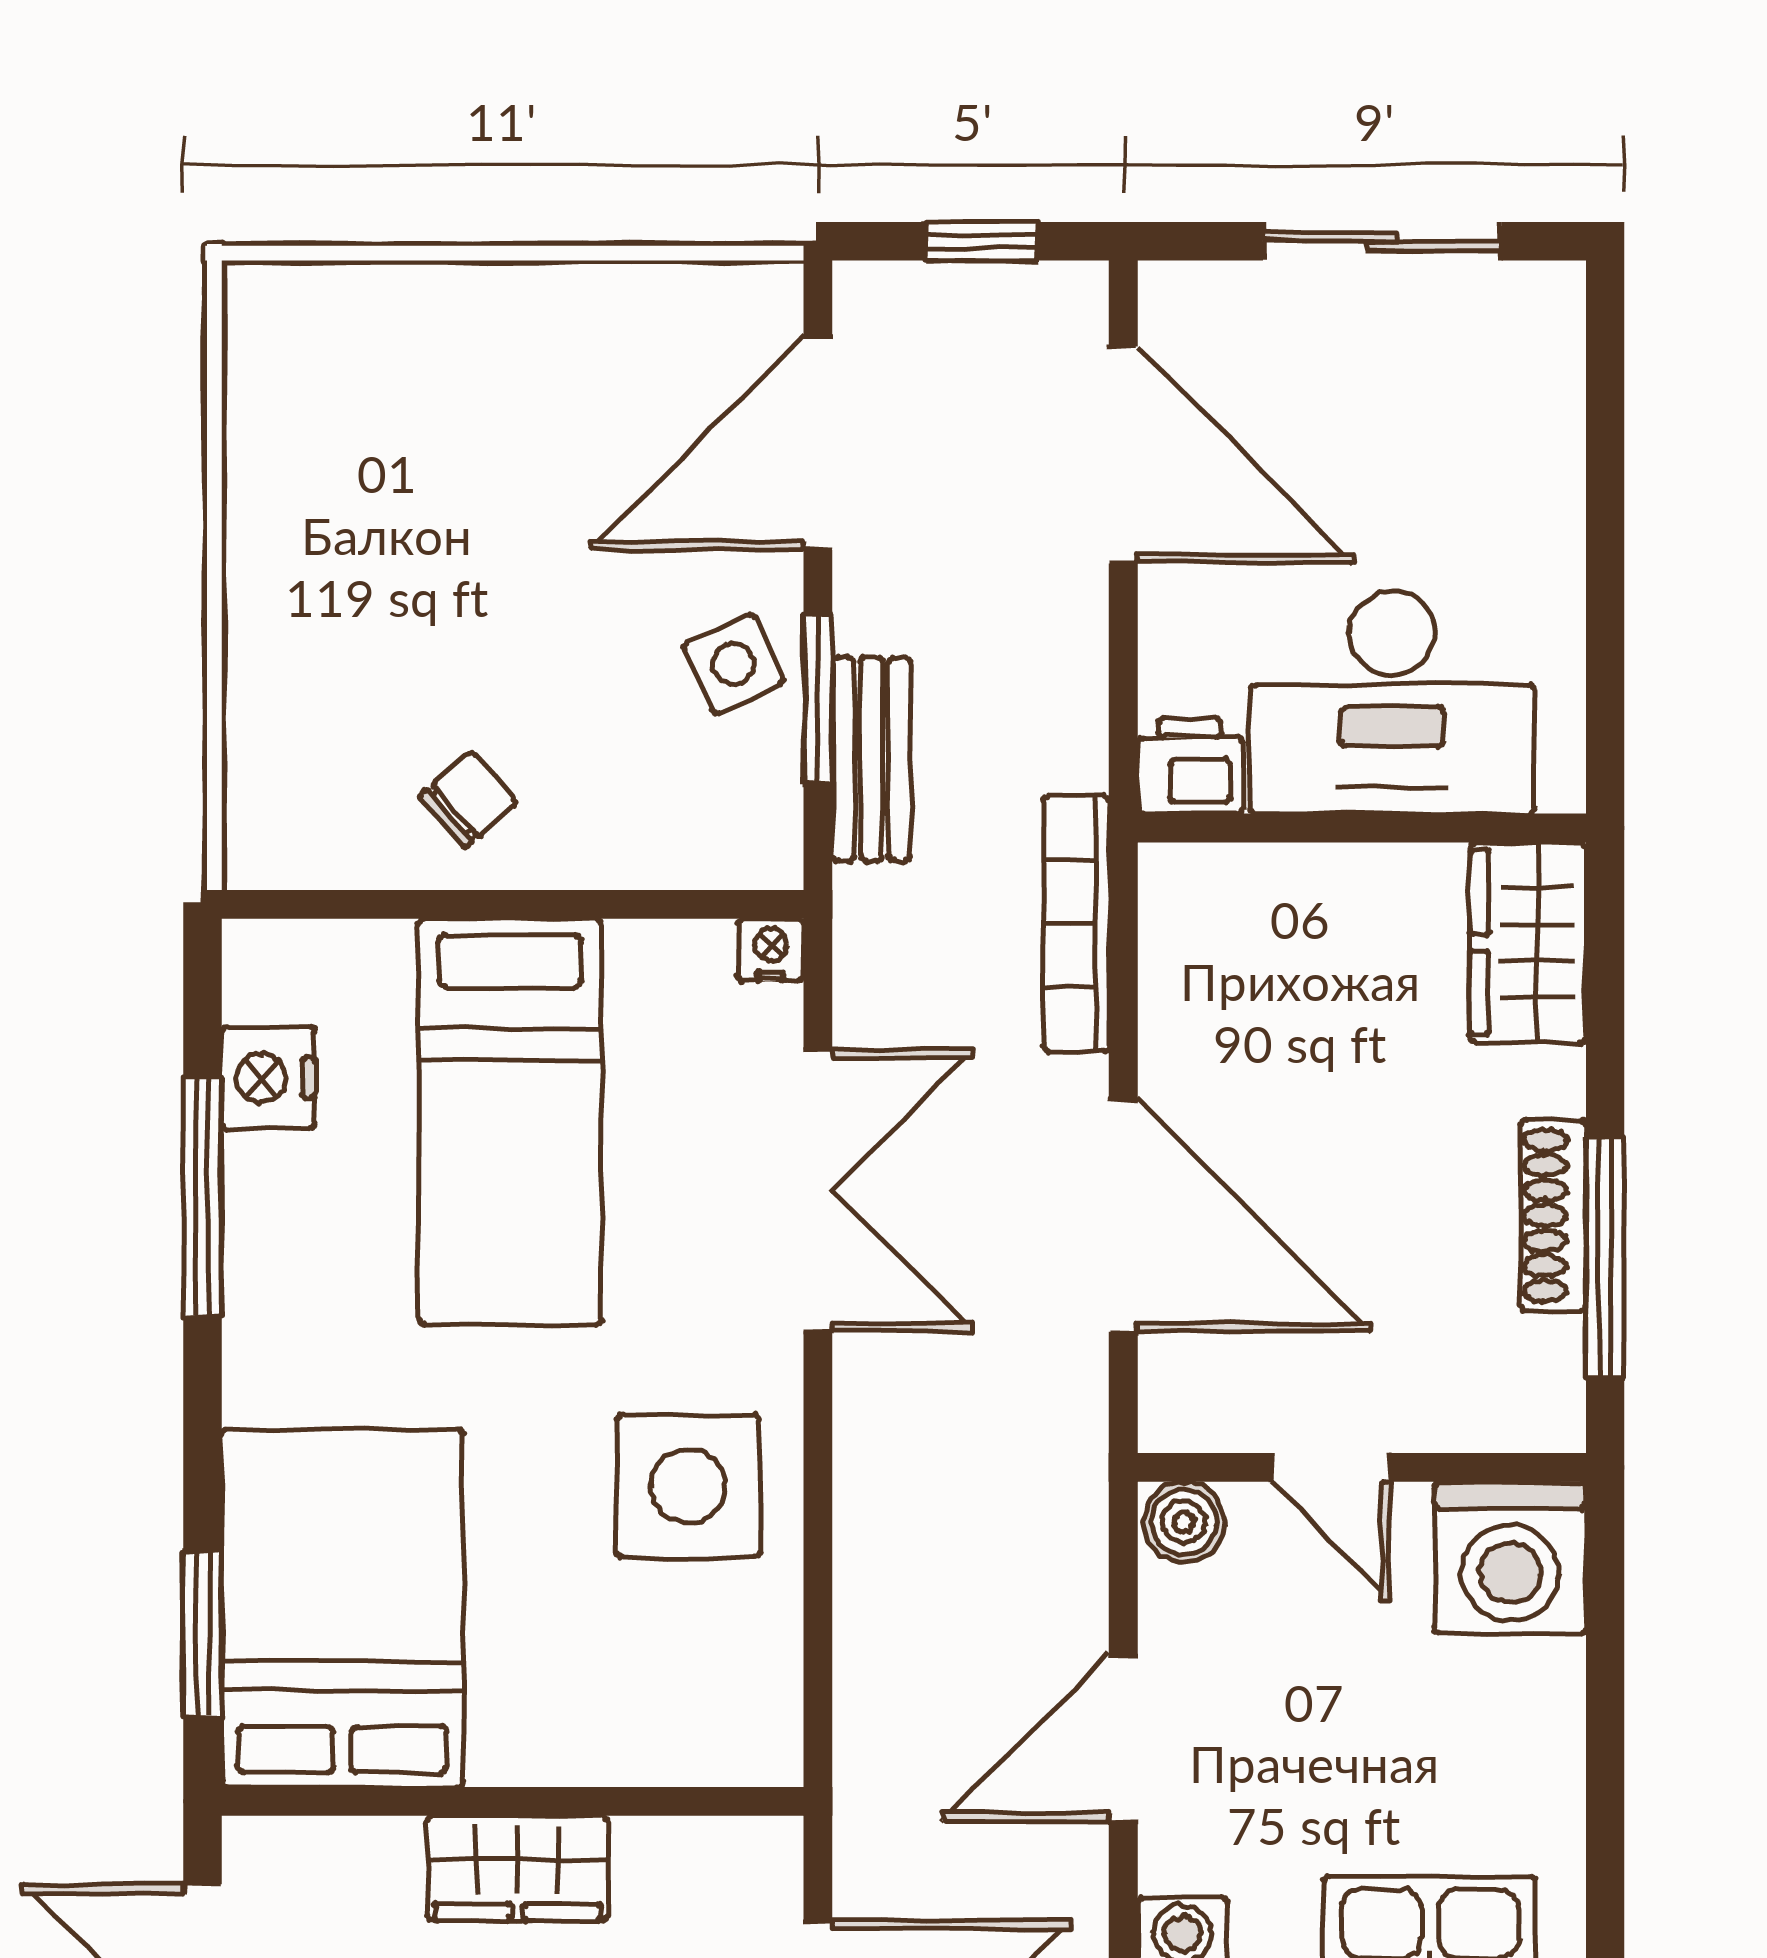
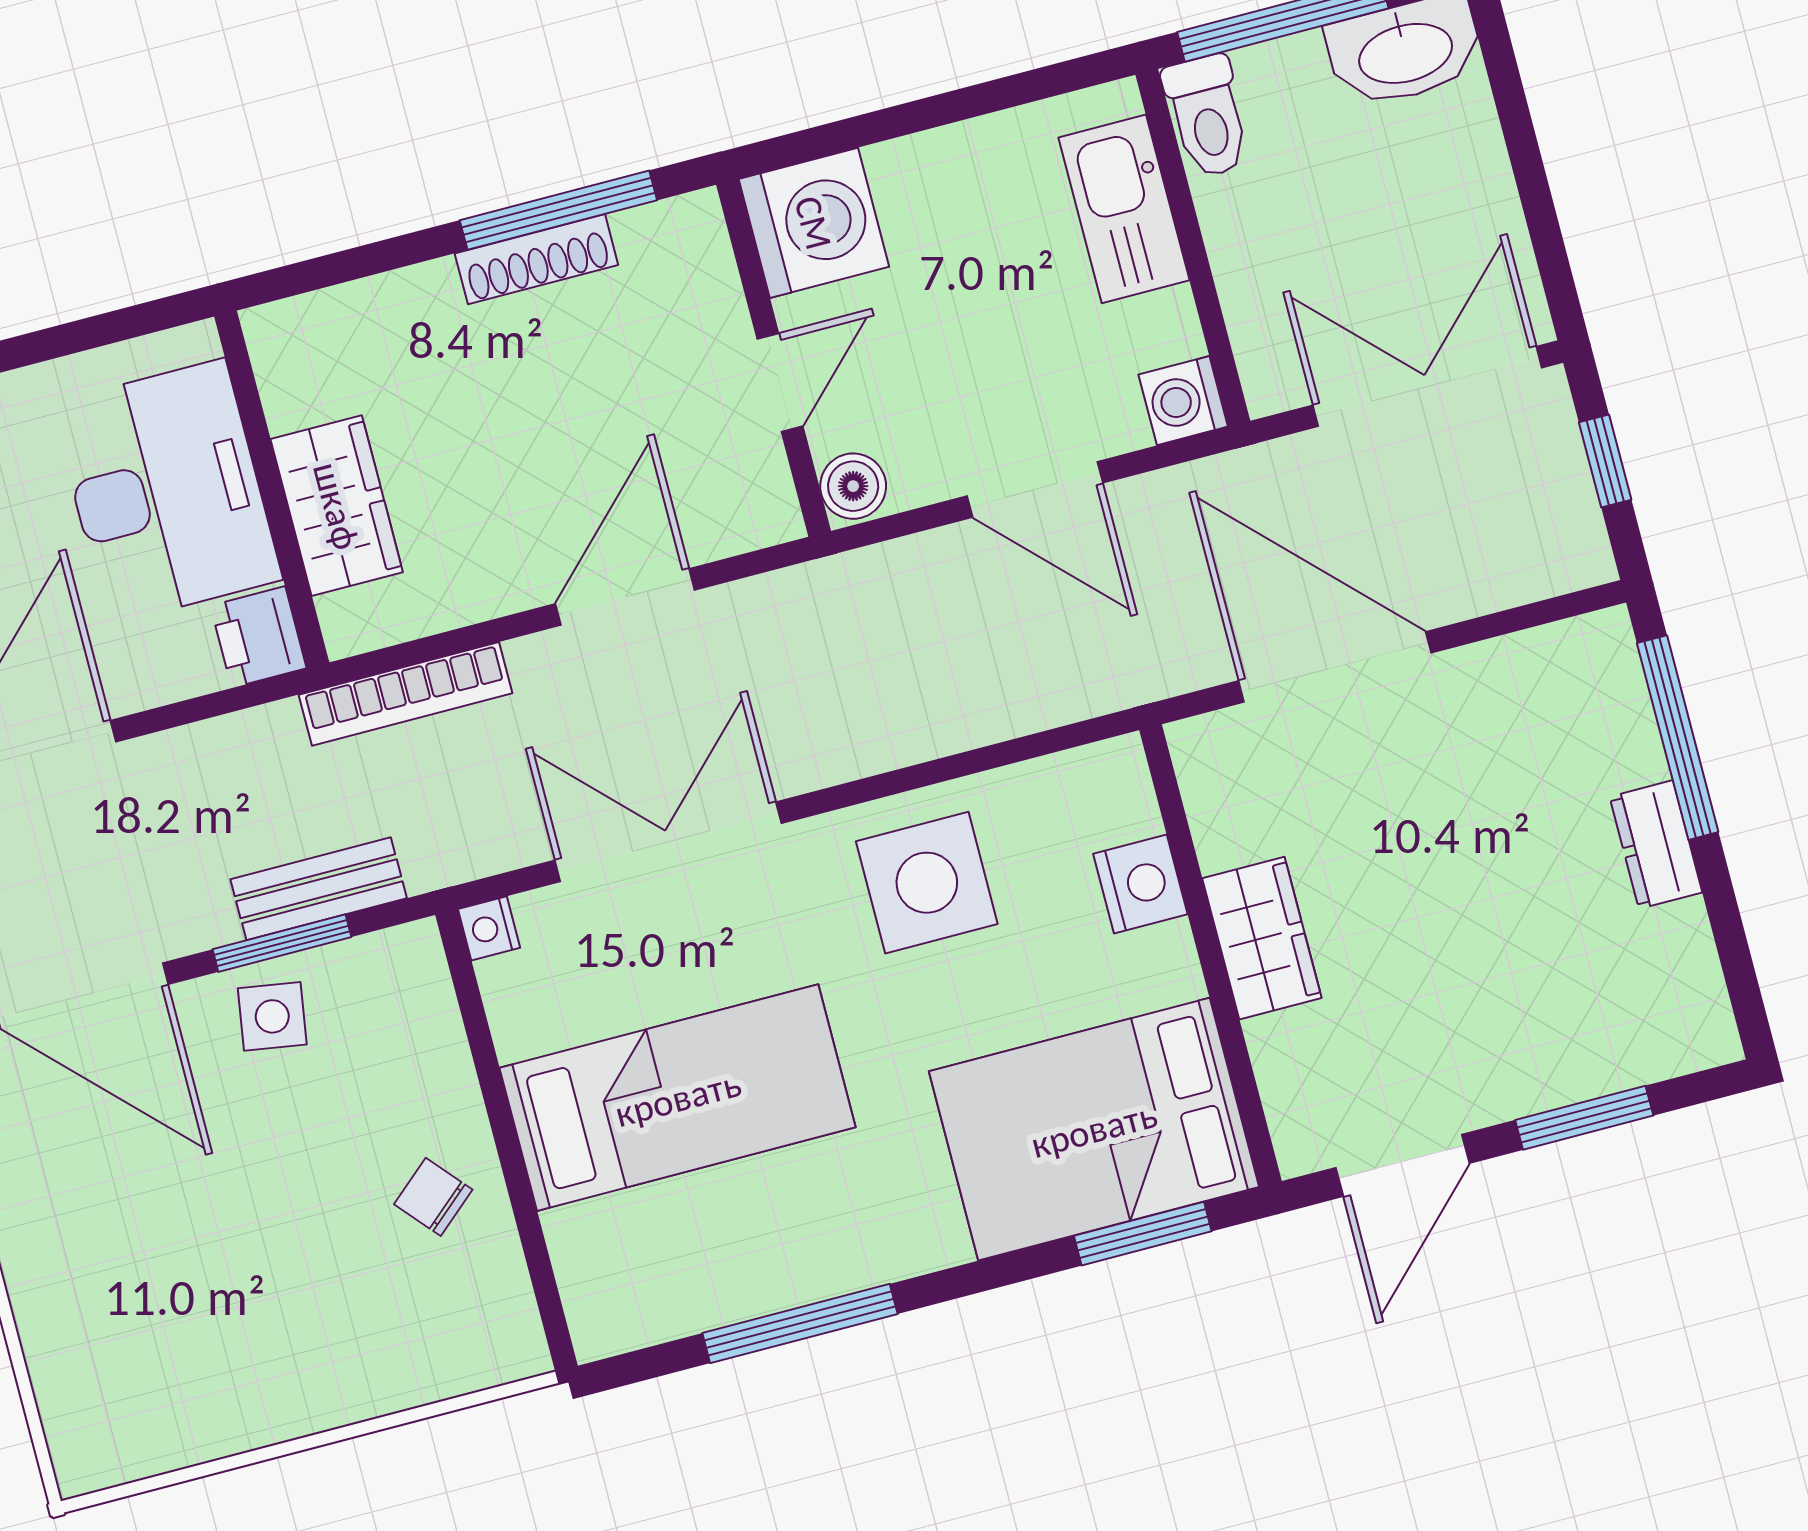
side table: (734, 664) -> (272, 1016), turned 34
wardrobe: (1528, 943) -> (337, 506), moved, turned -90
nightstand: (268, 1078) -> (1140, 884), moved, turned -90
door: (1123, 1216) -> (625, 597), width x0.73

